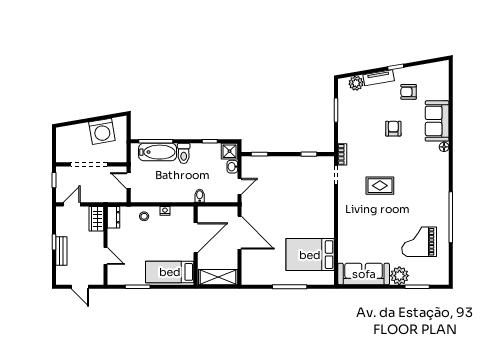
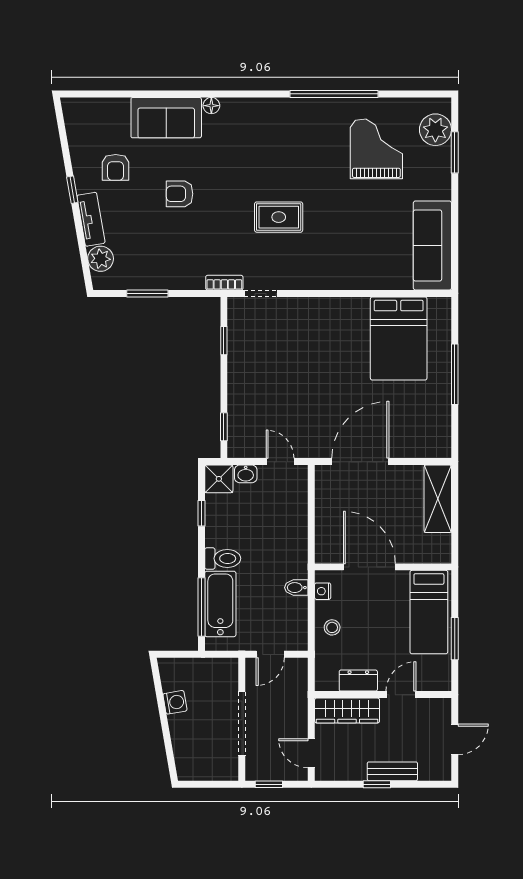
washing machine: (102, 131) -> (175, 702), width x0.53, depth x0.53
rug: (380, 186) -> (279, 217), turned 90
bidet: (200, 196) -> (296, 588), moved
dresser: (114, 217) -> (358, 681), moved
wardrobe: (96, 219) -> (347, 711), width x1.50
door: (196, 238) -> (369, 567), moved
grand piano: (419, 242) -> (376, 149), turned 180
wall: (196, 246) -> (383, 567), moved
bed: (170, 272) -> (429, 612), moved
plant: (399, 276) -> (435, 130), moved

